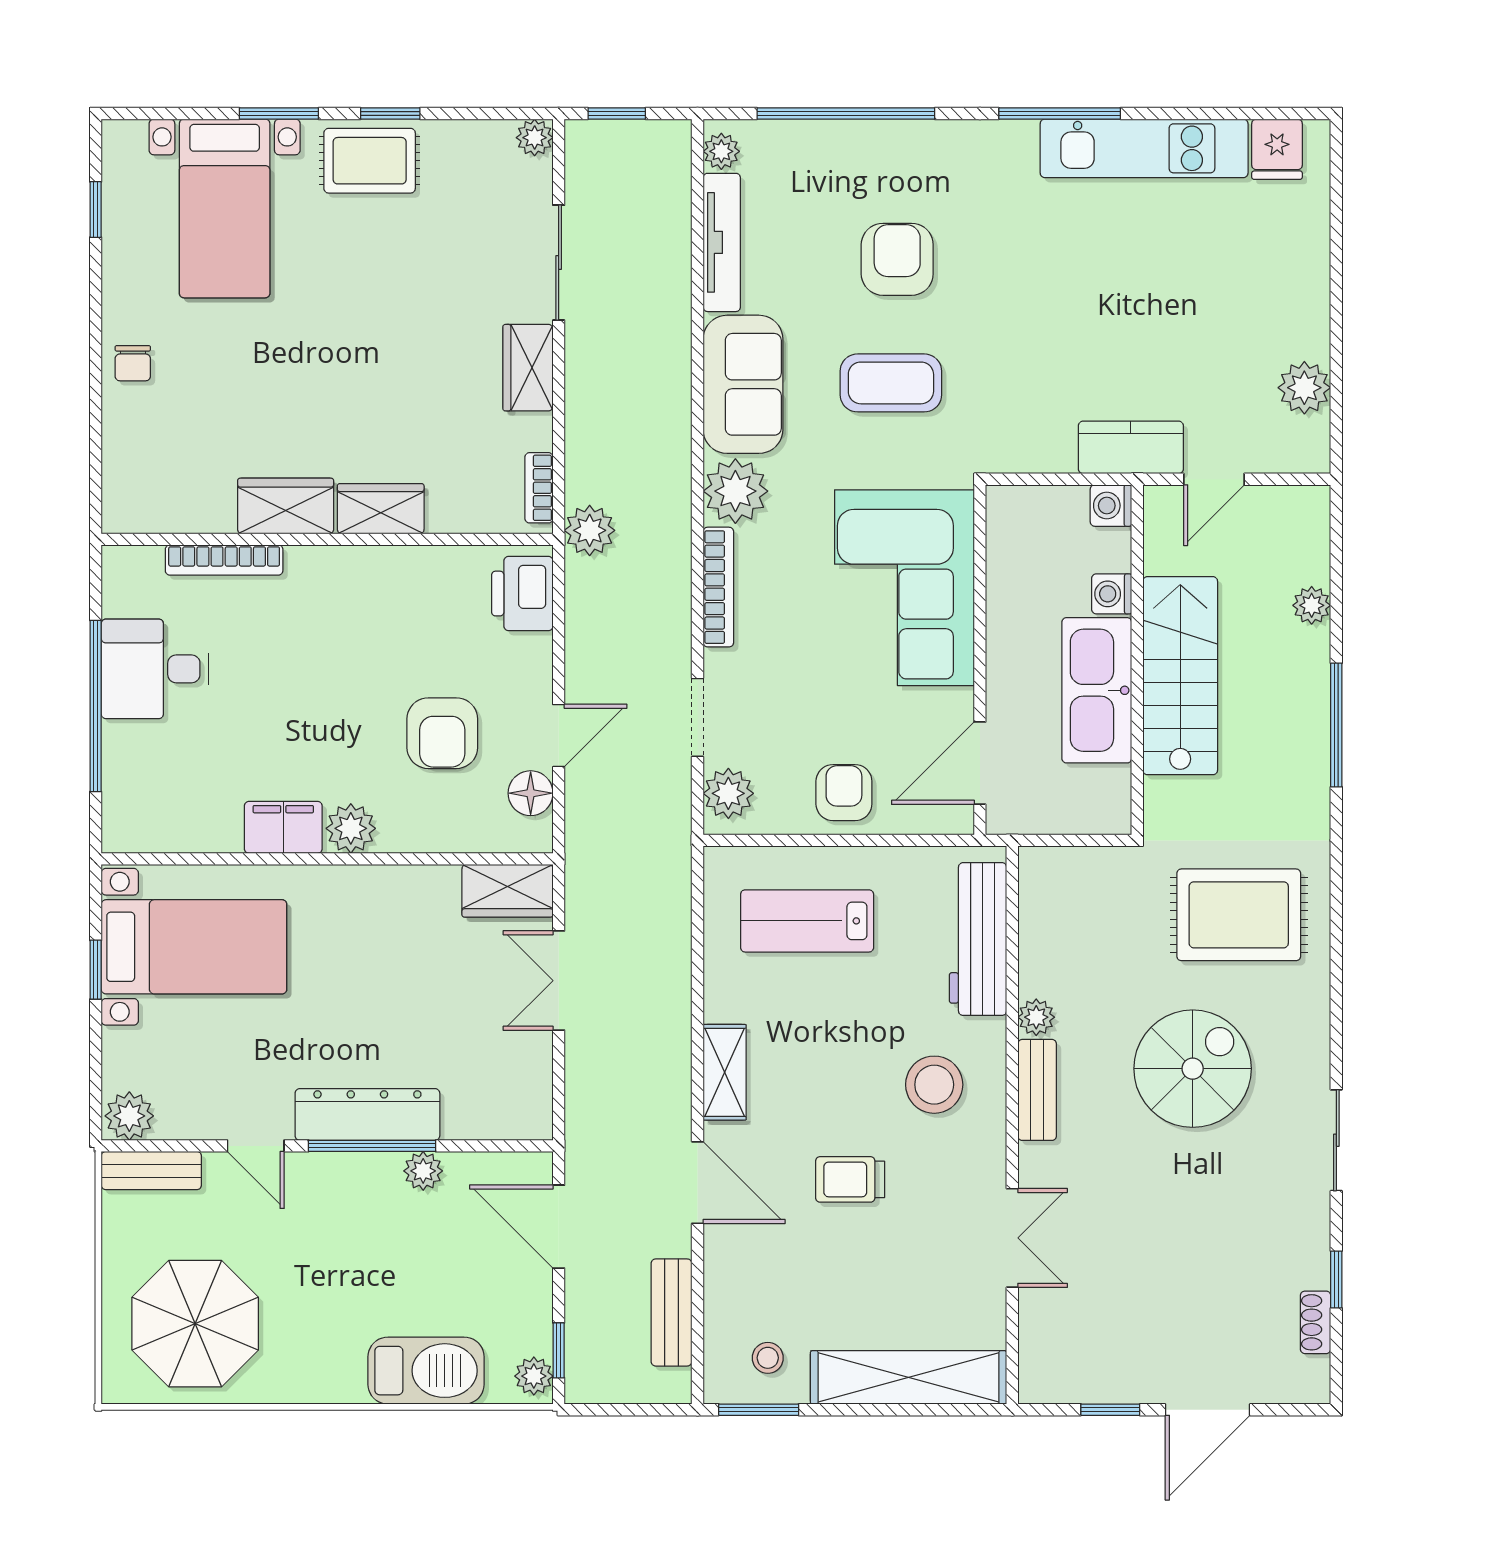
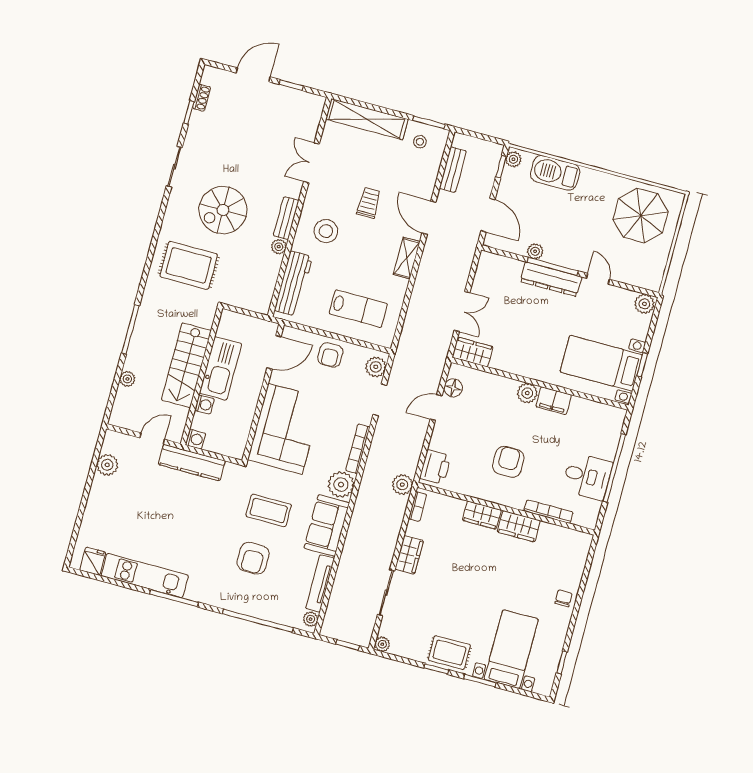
kitchen counter: (1131, 447) -> (192, 463), width x1.50
armchair: (442, 733) -> (508, 462), moved
bench: (151, 1171) -> (642, 280), removed
trolley: (850, 1179) -> (369, 203), turned -90

